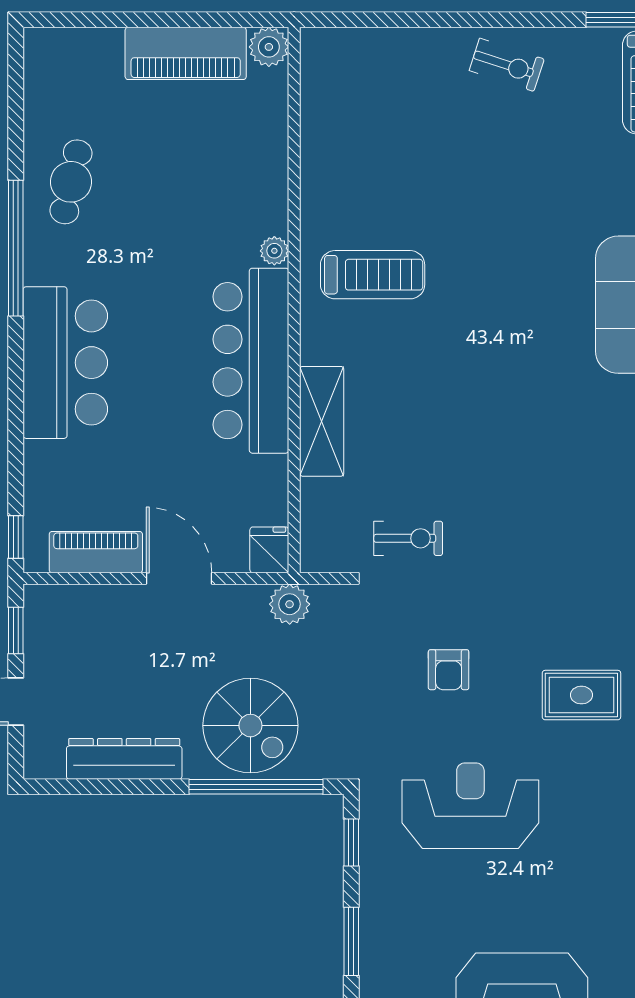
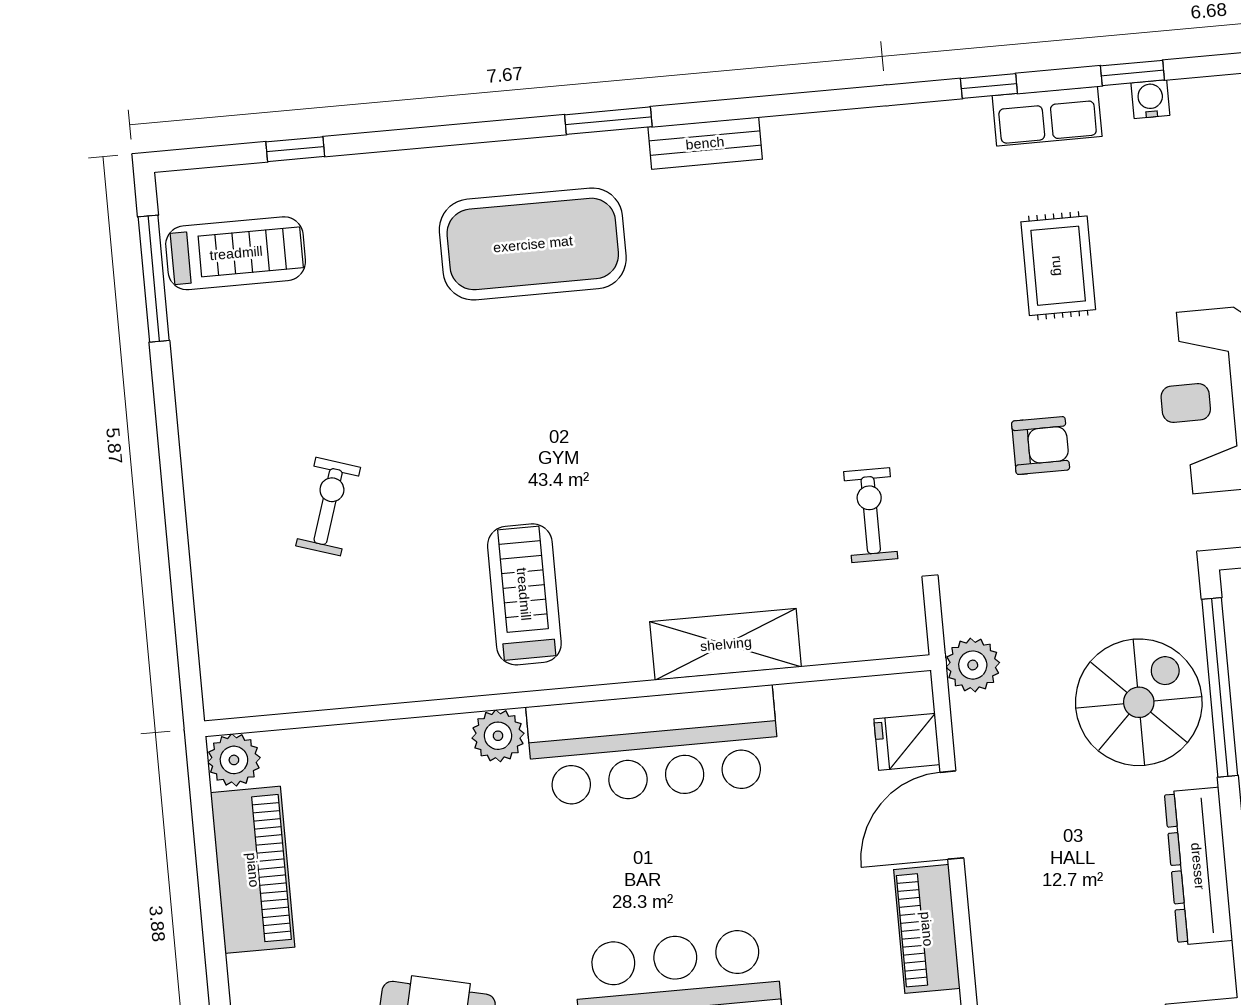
exercise bike: (507, 65) -> (328, 507), moved
plant: (274, 251) -> (498, 736), width x1.38, depth x1.38
fridge: (269, 550) -> (907, 742), moved

